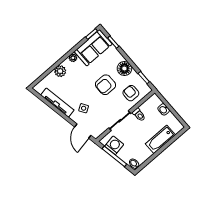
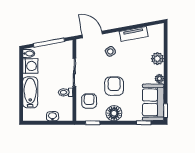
armchair: (131, 93) -> (89, 101), turned -90
tv unit: (57, 103) -> (134, 34), width x0.71
washing machine: (114, 145) -> (30, 66), moved, turned -80

